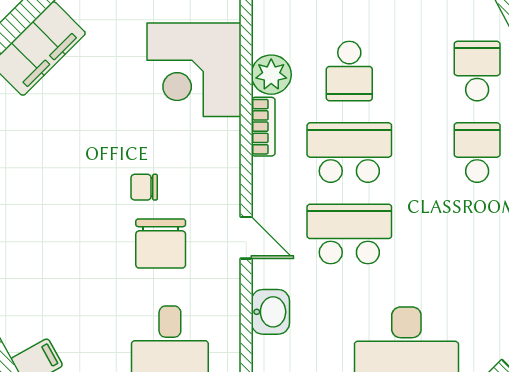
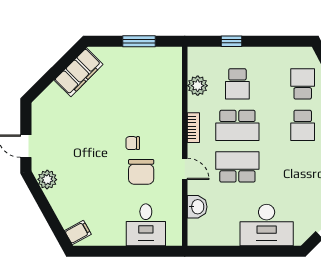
corner desk: (194, 70) -> (158, 83), removed
bookcase: (263, 127) -> (193, 128), moved
school desk: (349, 153) -> (237, 125), turned 180
school desk: (477, 153) -> (303, 125), turned 180

